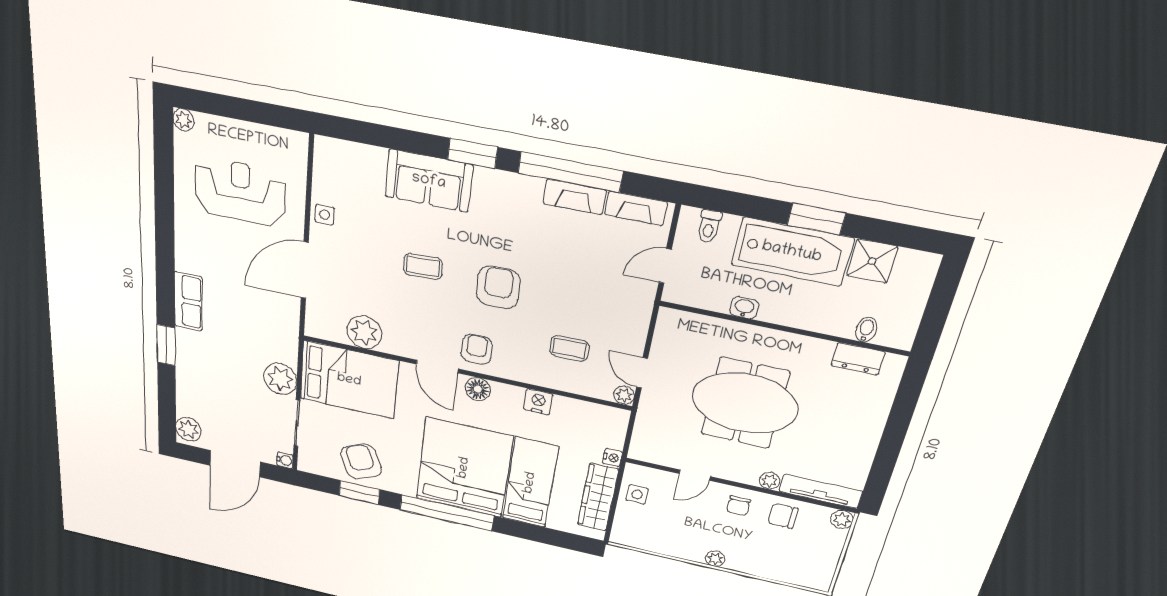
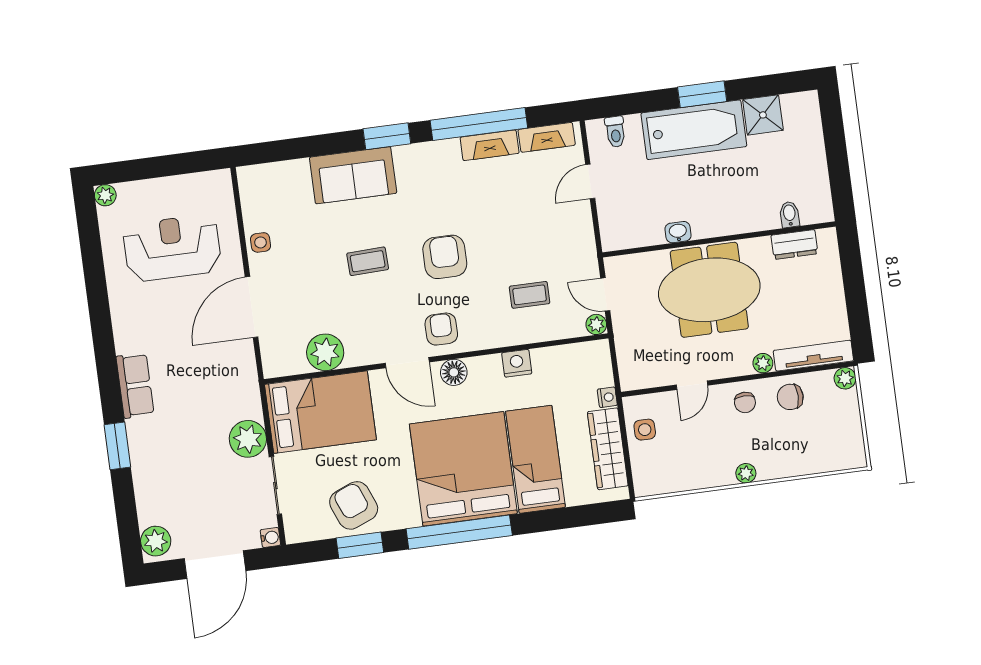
washbasin: (744, 308) -> (678, 232), moved
wall: (783, 328) -> (719, 239), moved
bidet: (866, 329) -> (790, 214), moved
dresser: (858, 359) -> (794, 244), moved

